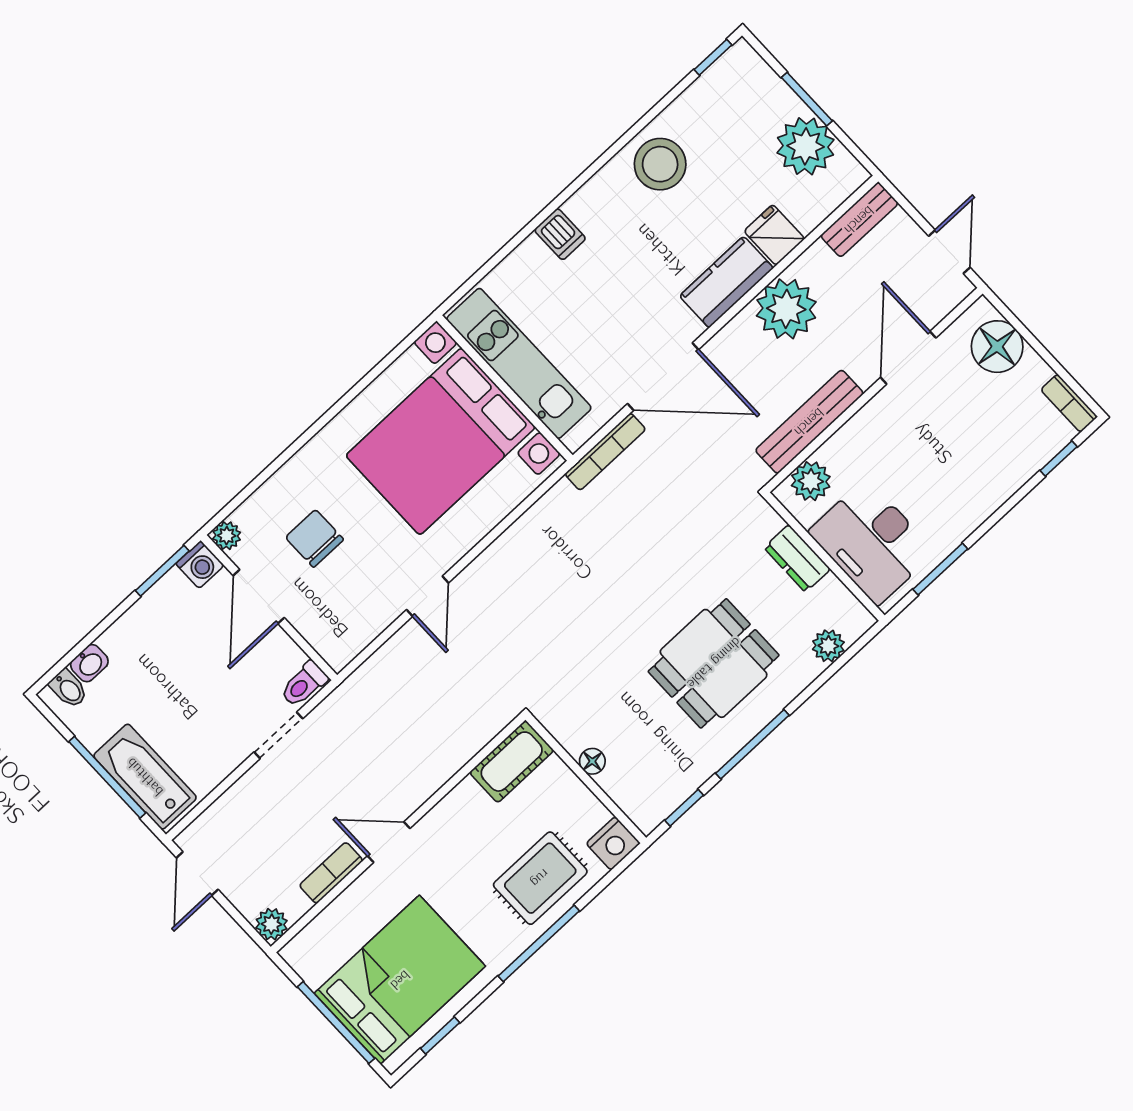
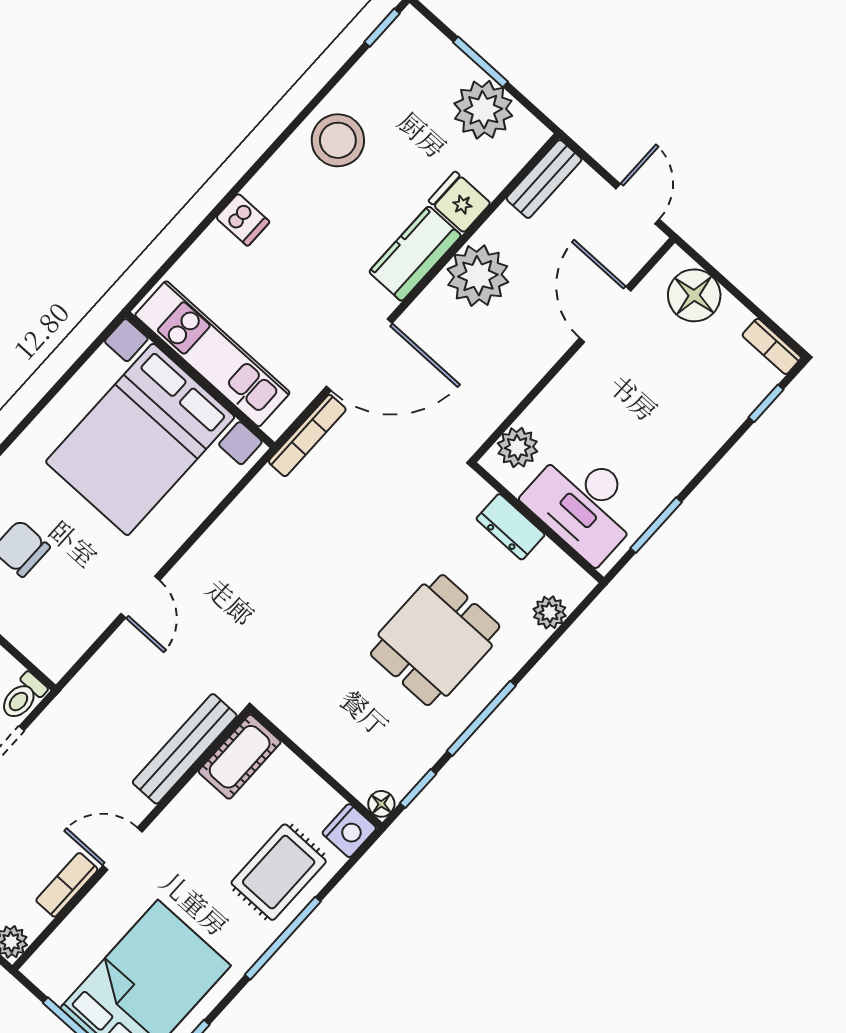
bench: (809, 422) -> (185, 749), moved
floor lamp: (592, 761) -> (381, 804), moved

